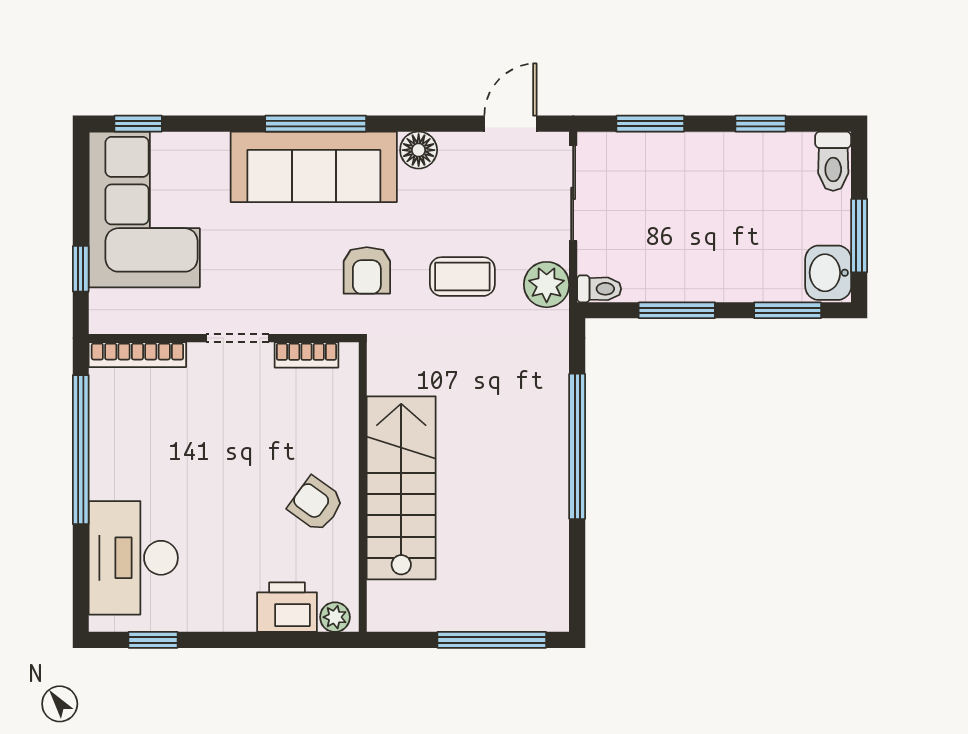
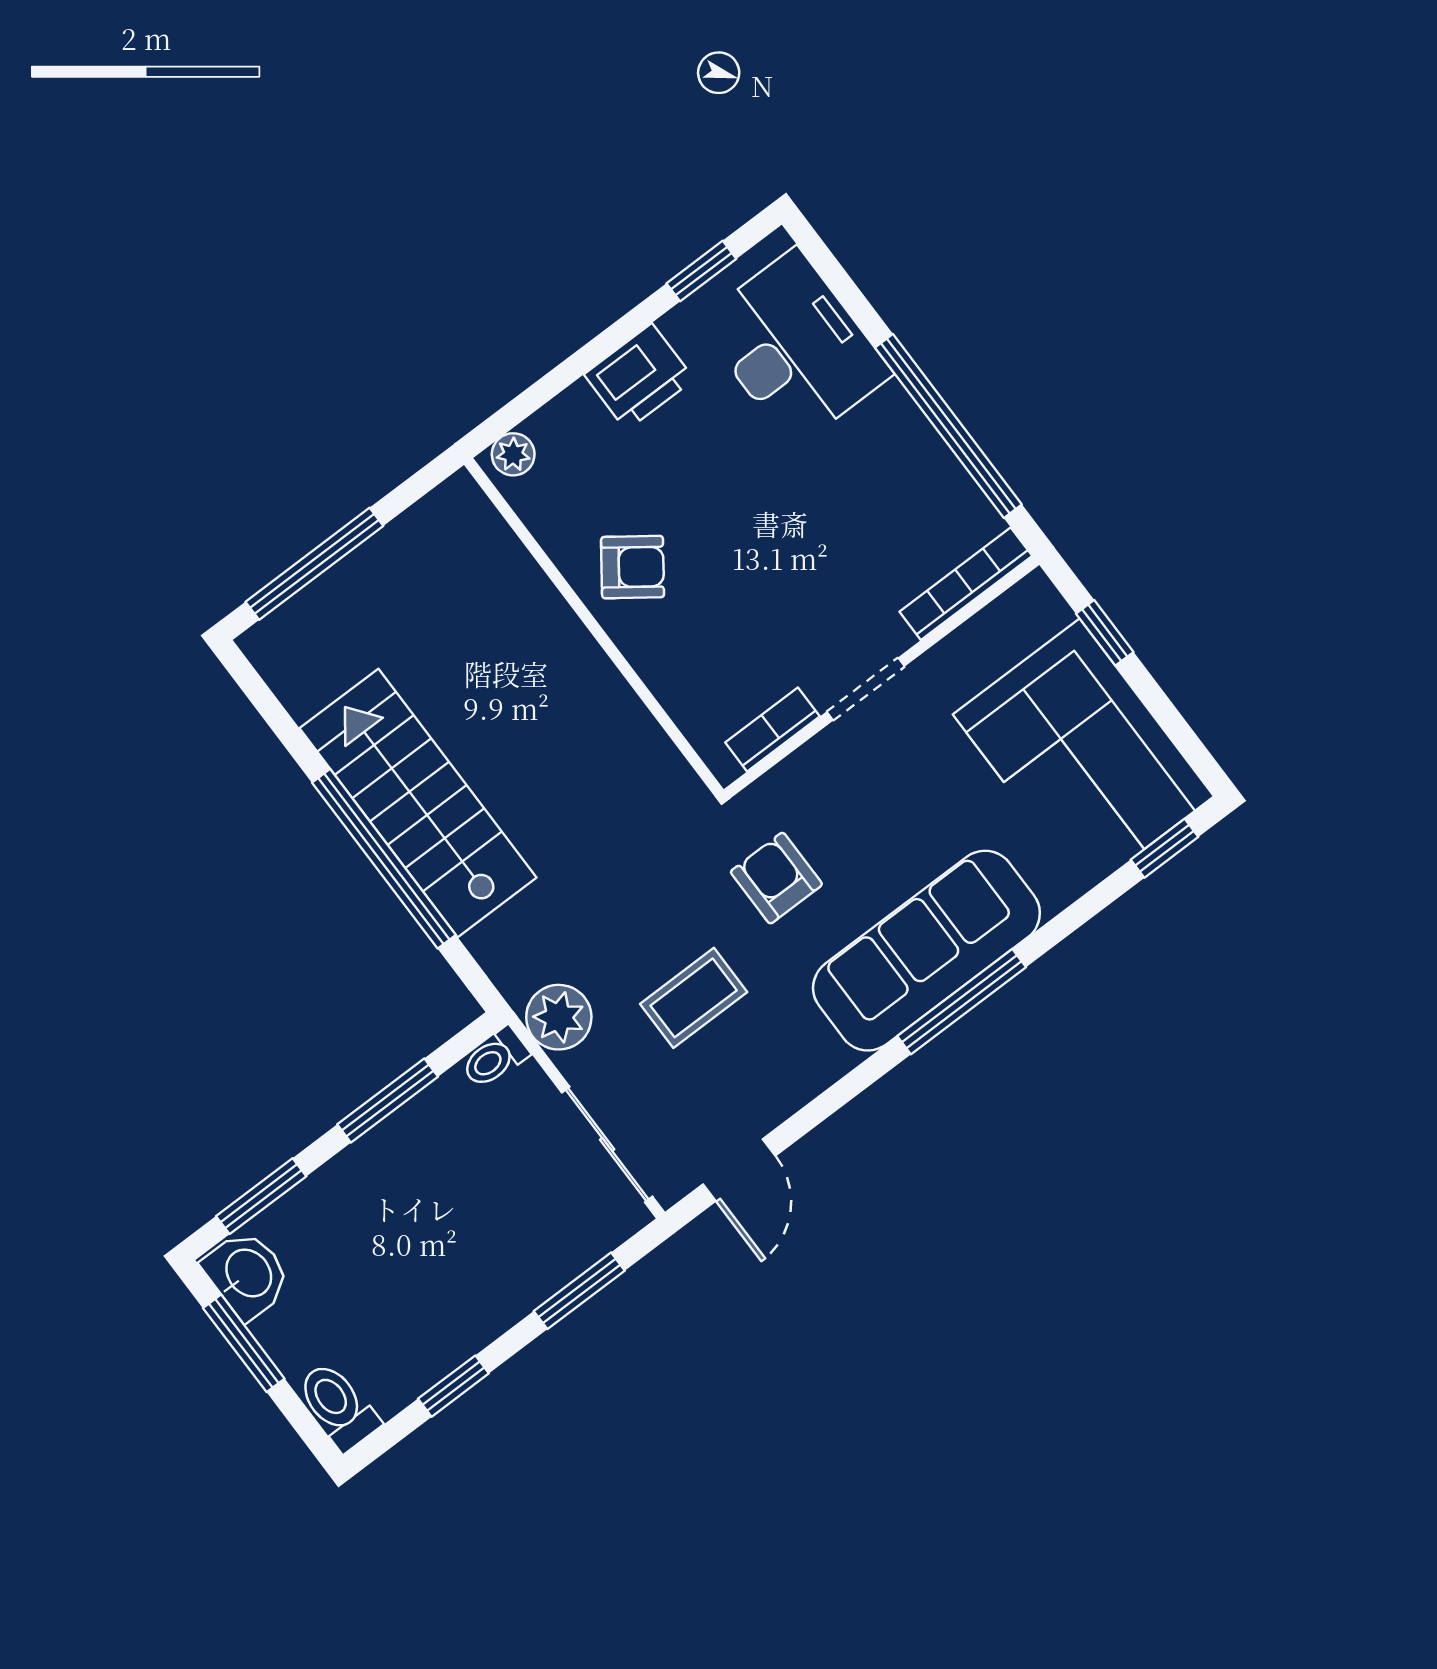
floor lamp: (419, 150) -> (821, 1060), removed
coffee table: (462, 277) -> (694, 998), moved
stairs: (401, 488) -> (418, 803), moved, turned 180
printer: (287, 607) -> (639, 377), moved

